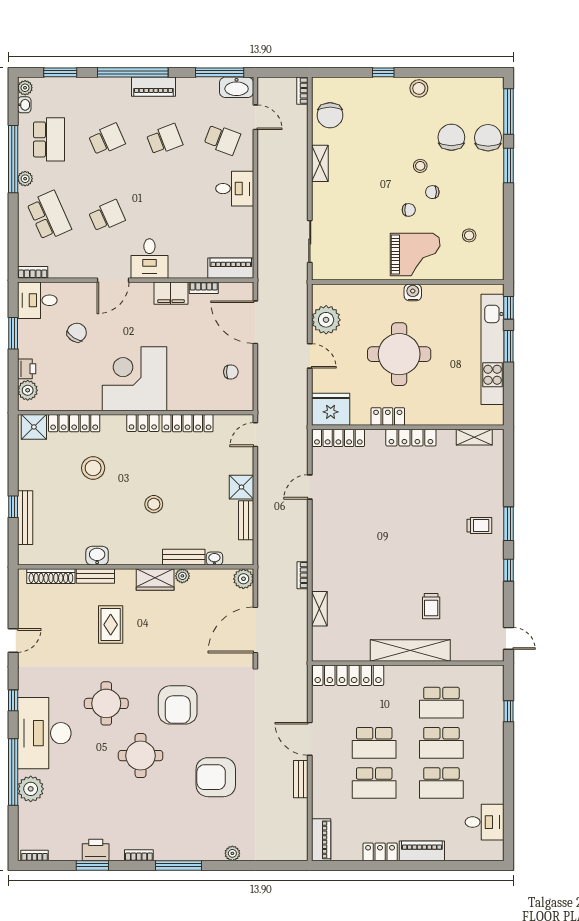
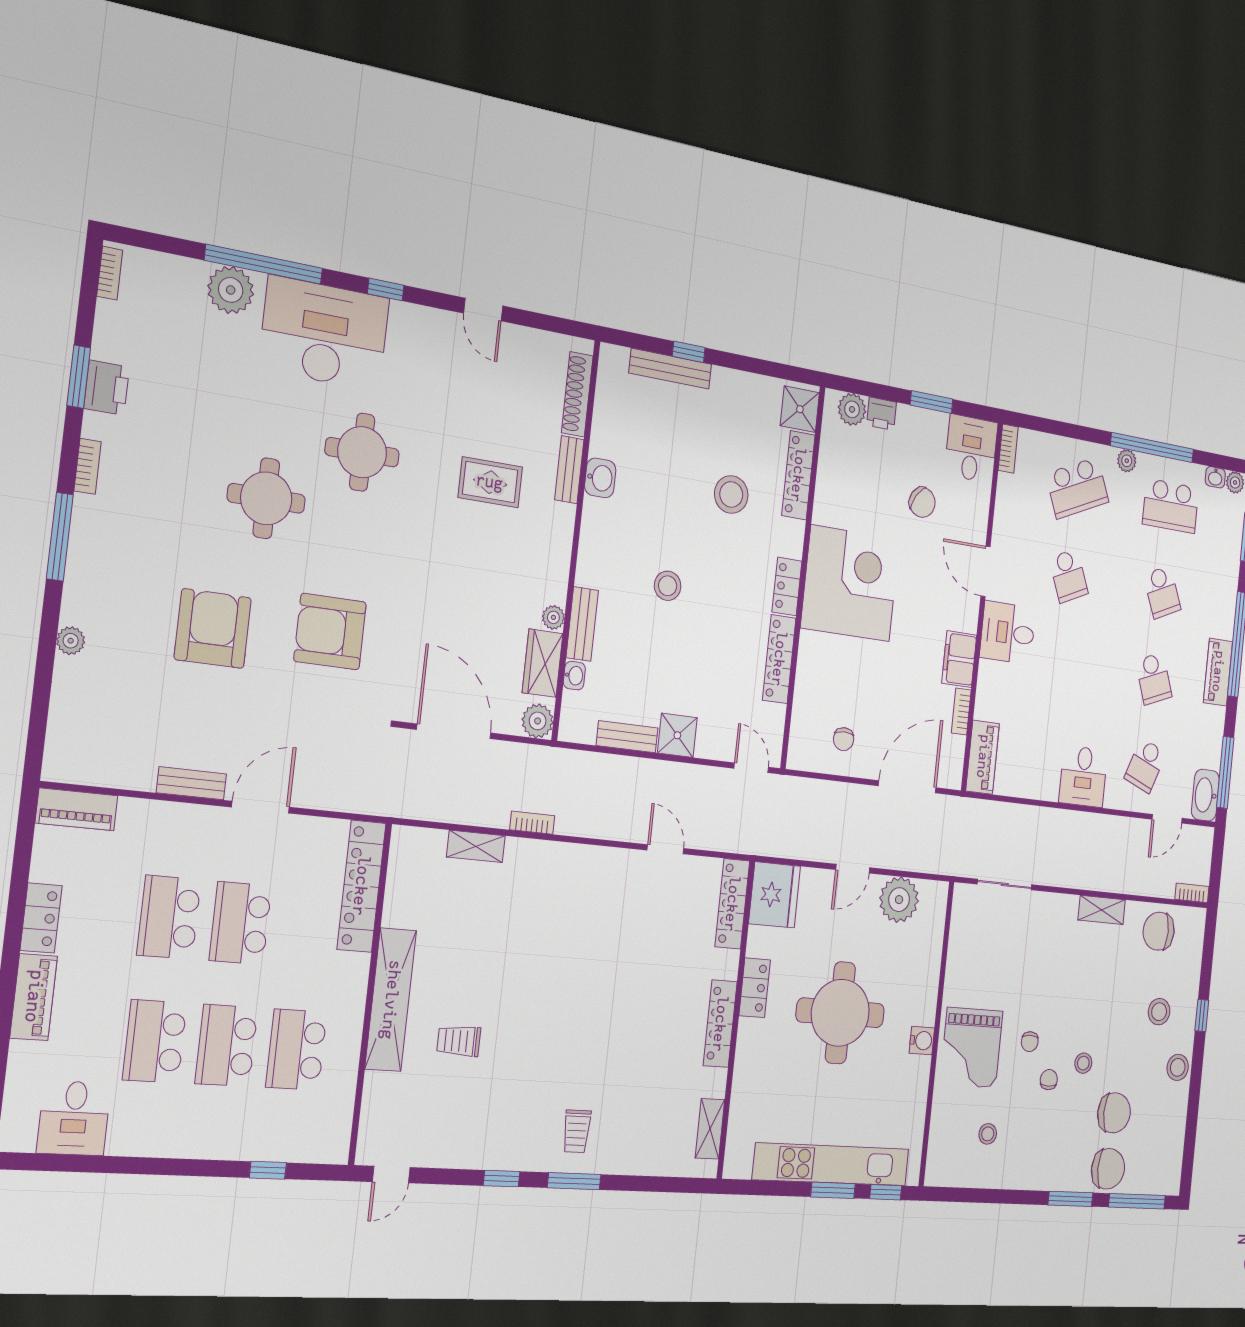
stool: (383, 108) -> (1159, 1012), added
wardrobe: (155, 580) -> (543, 663), moved
armchair: (178, 705) -> (330, 632), moved

